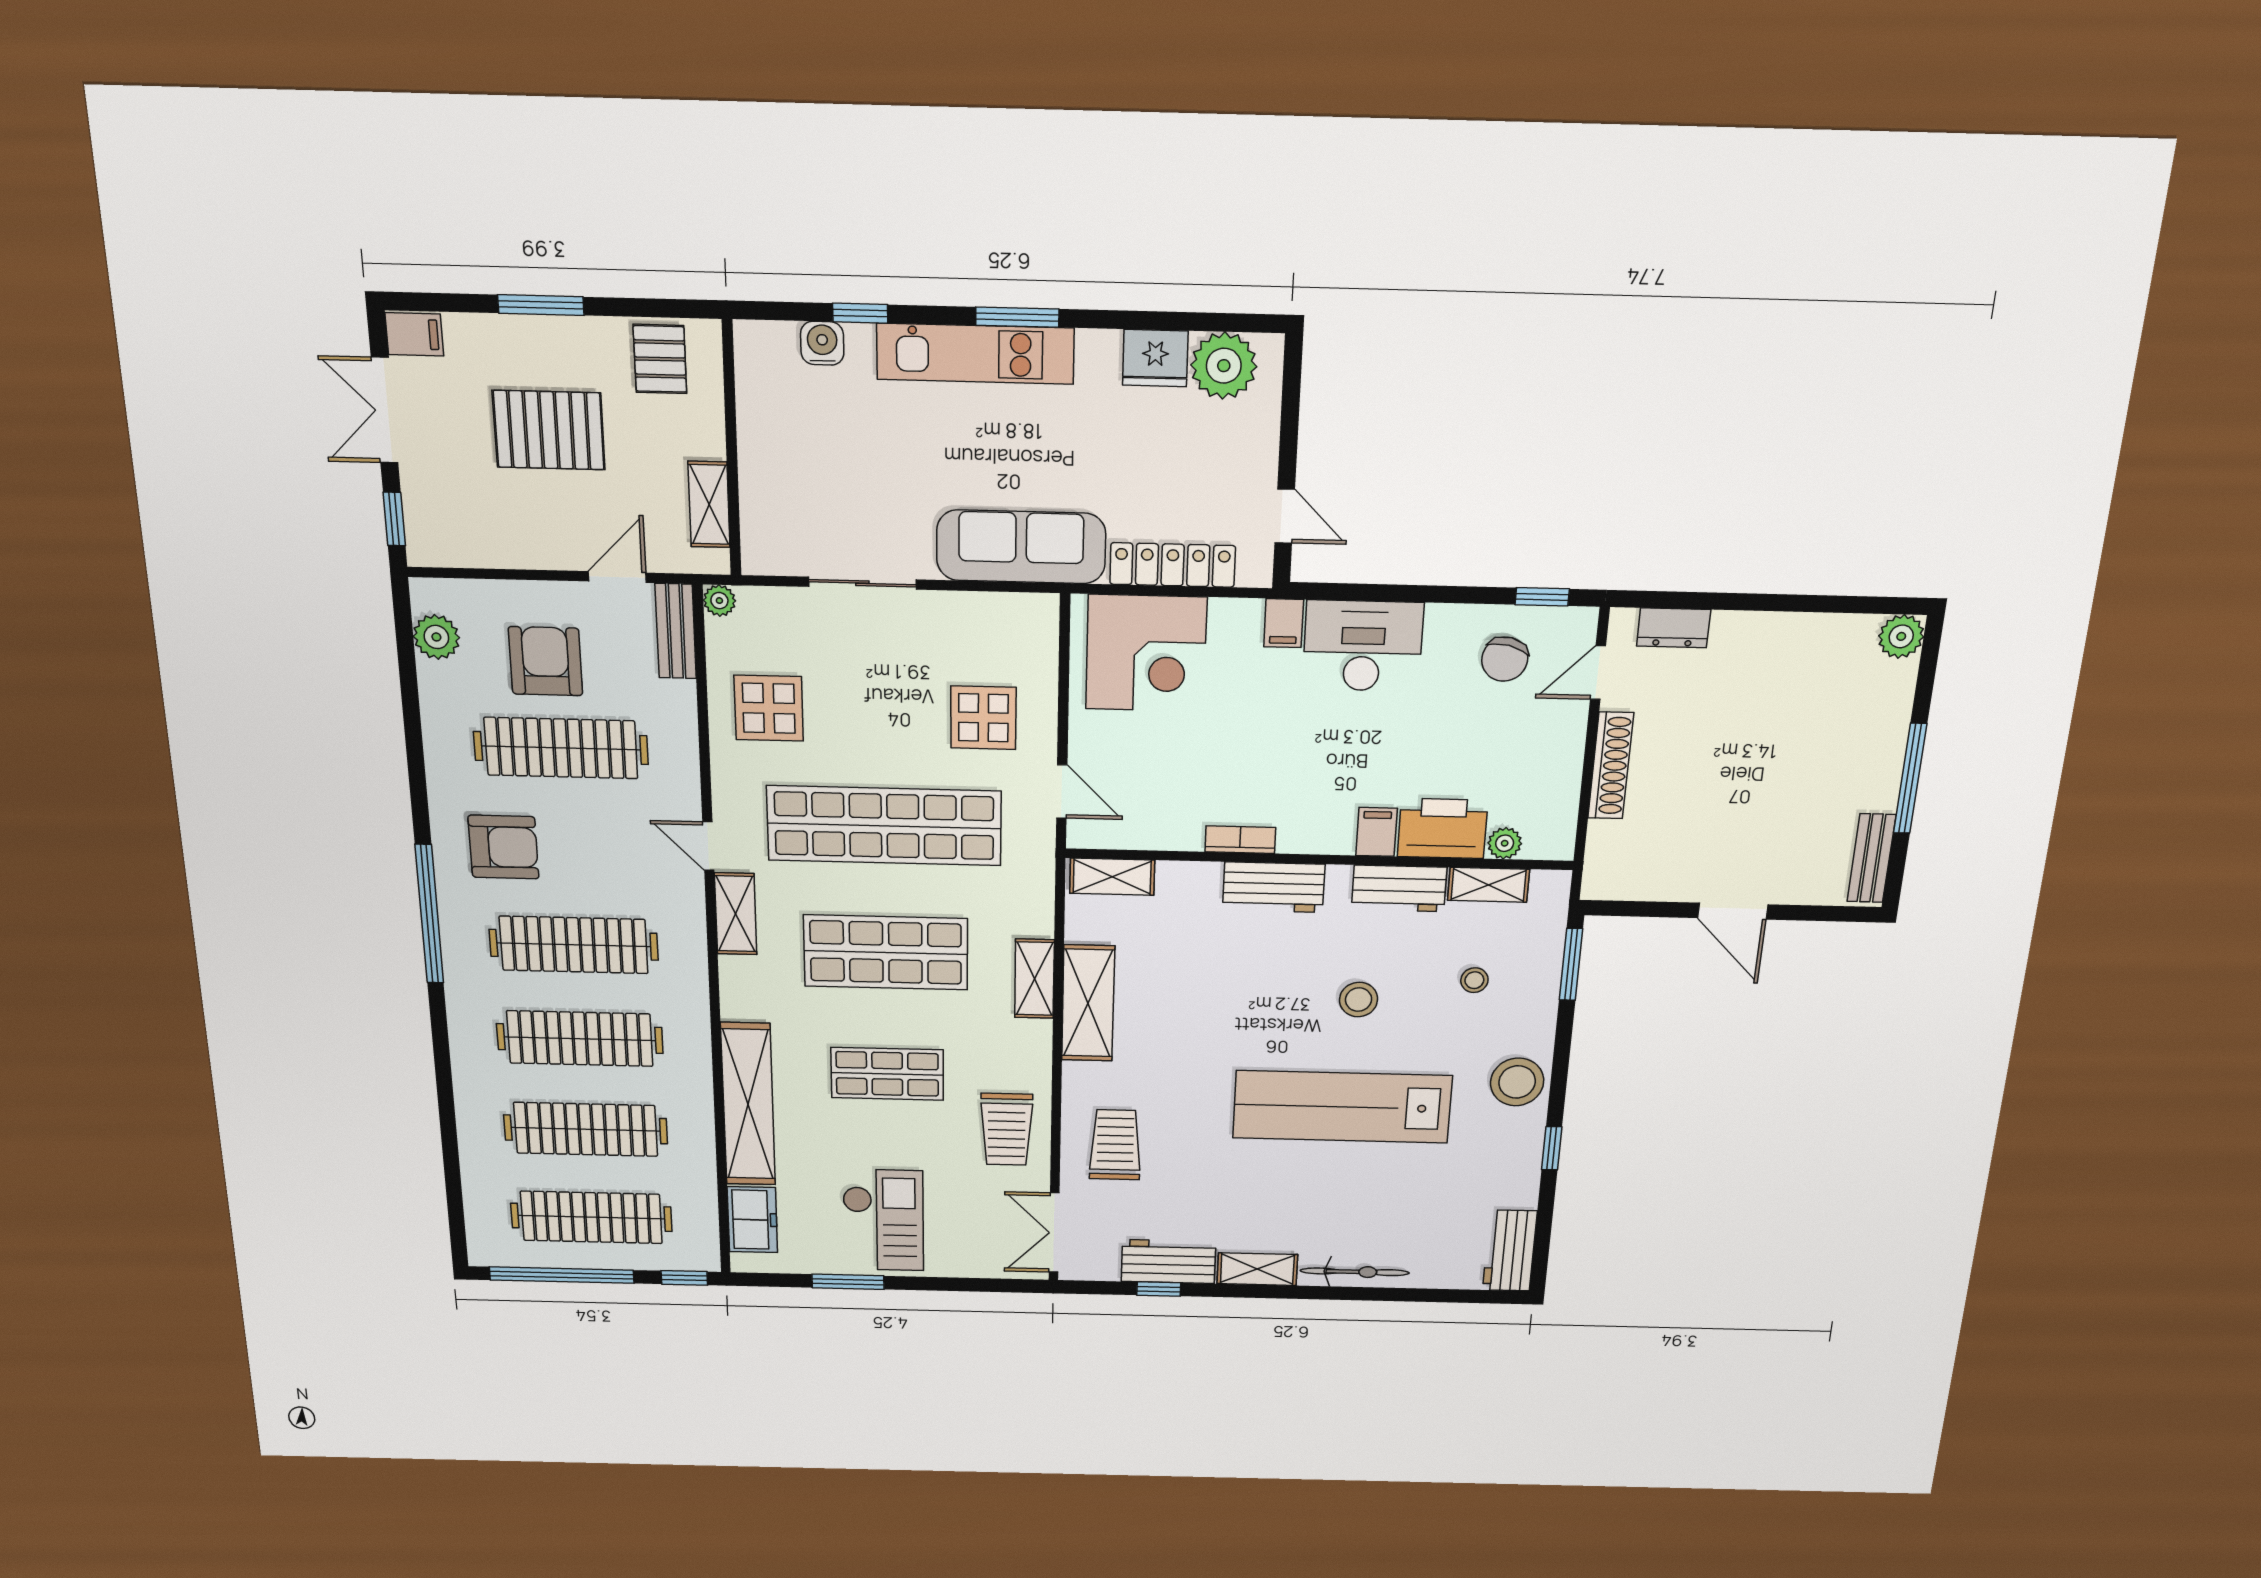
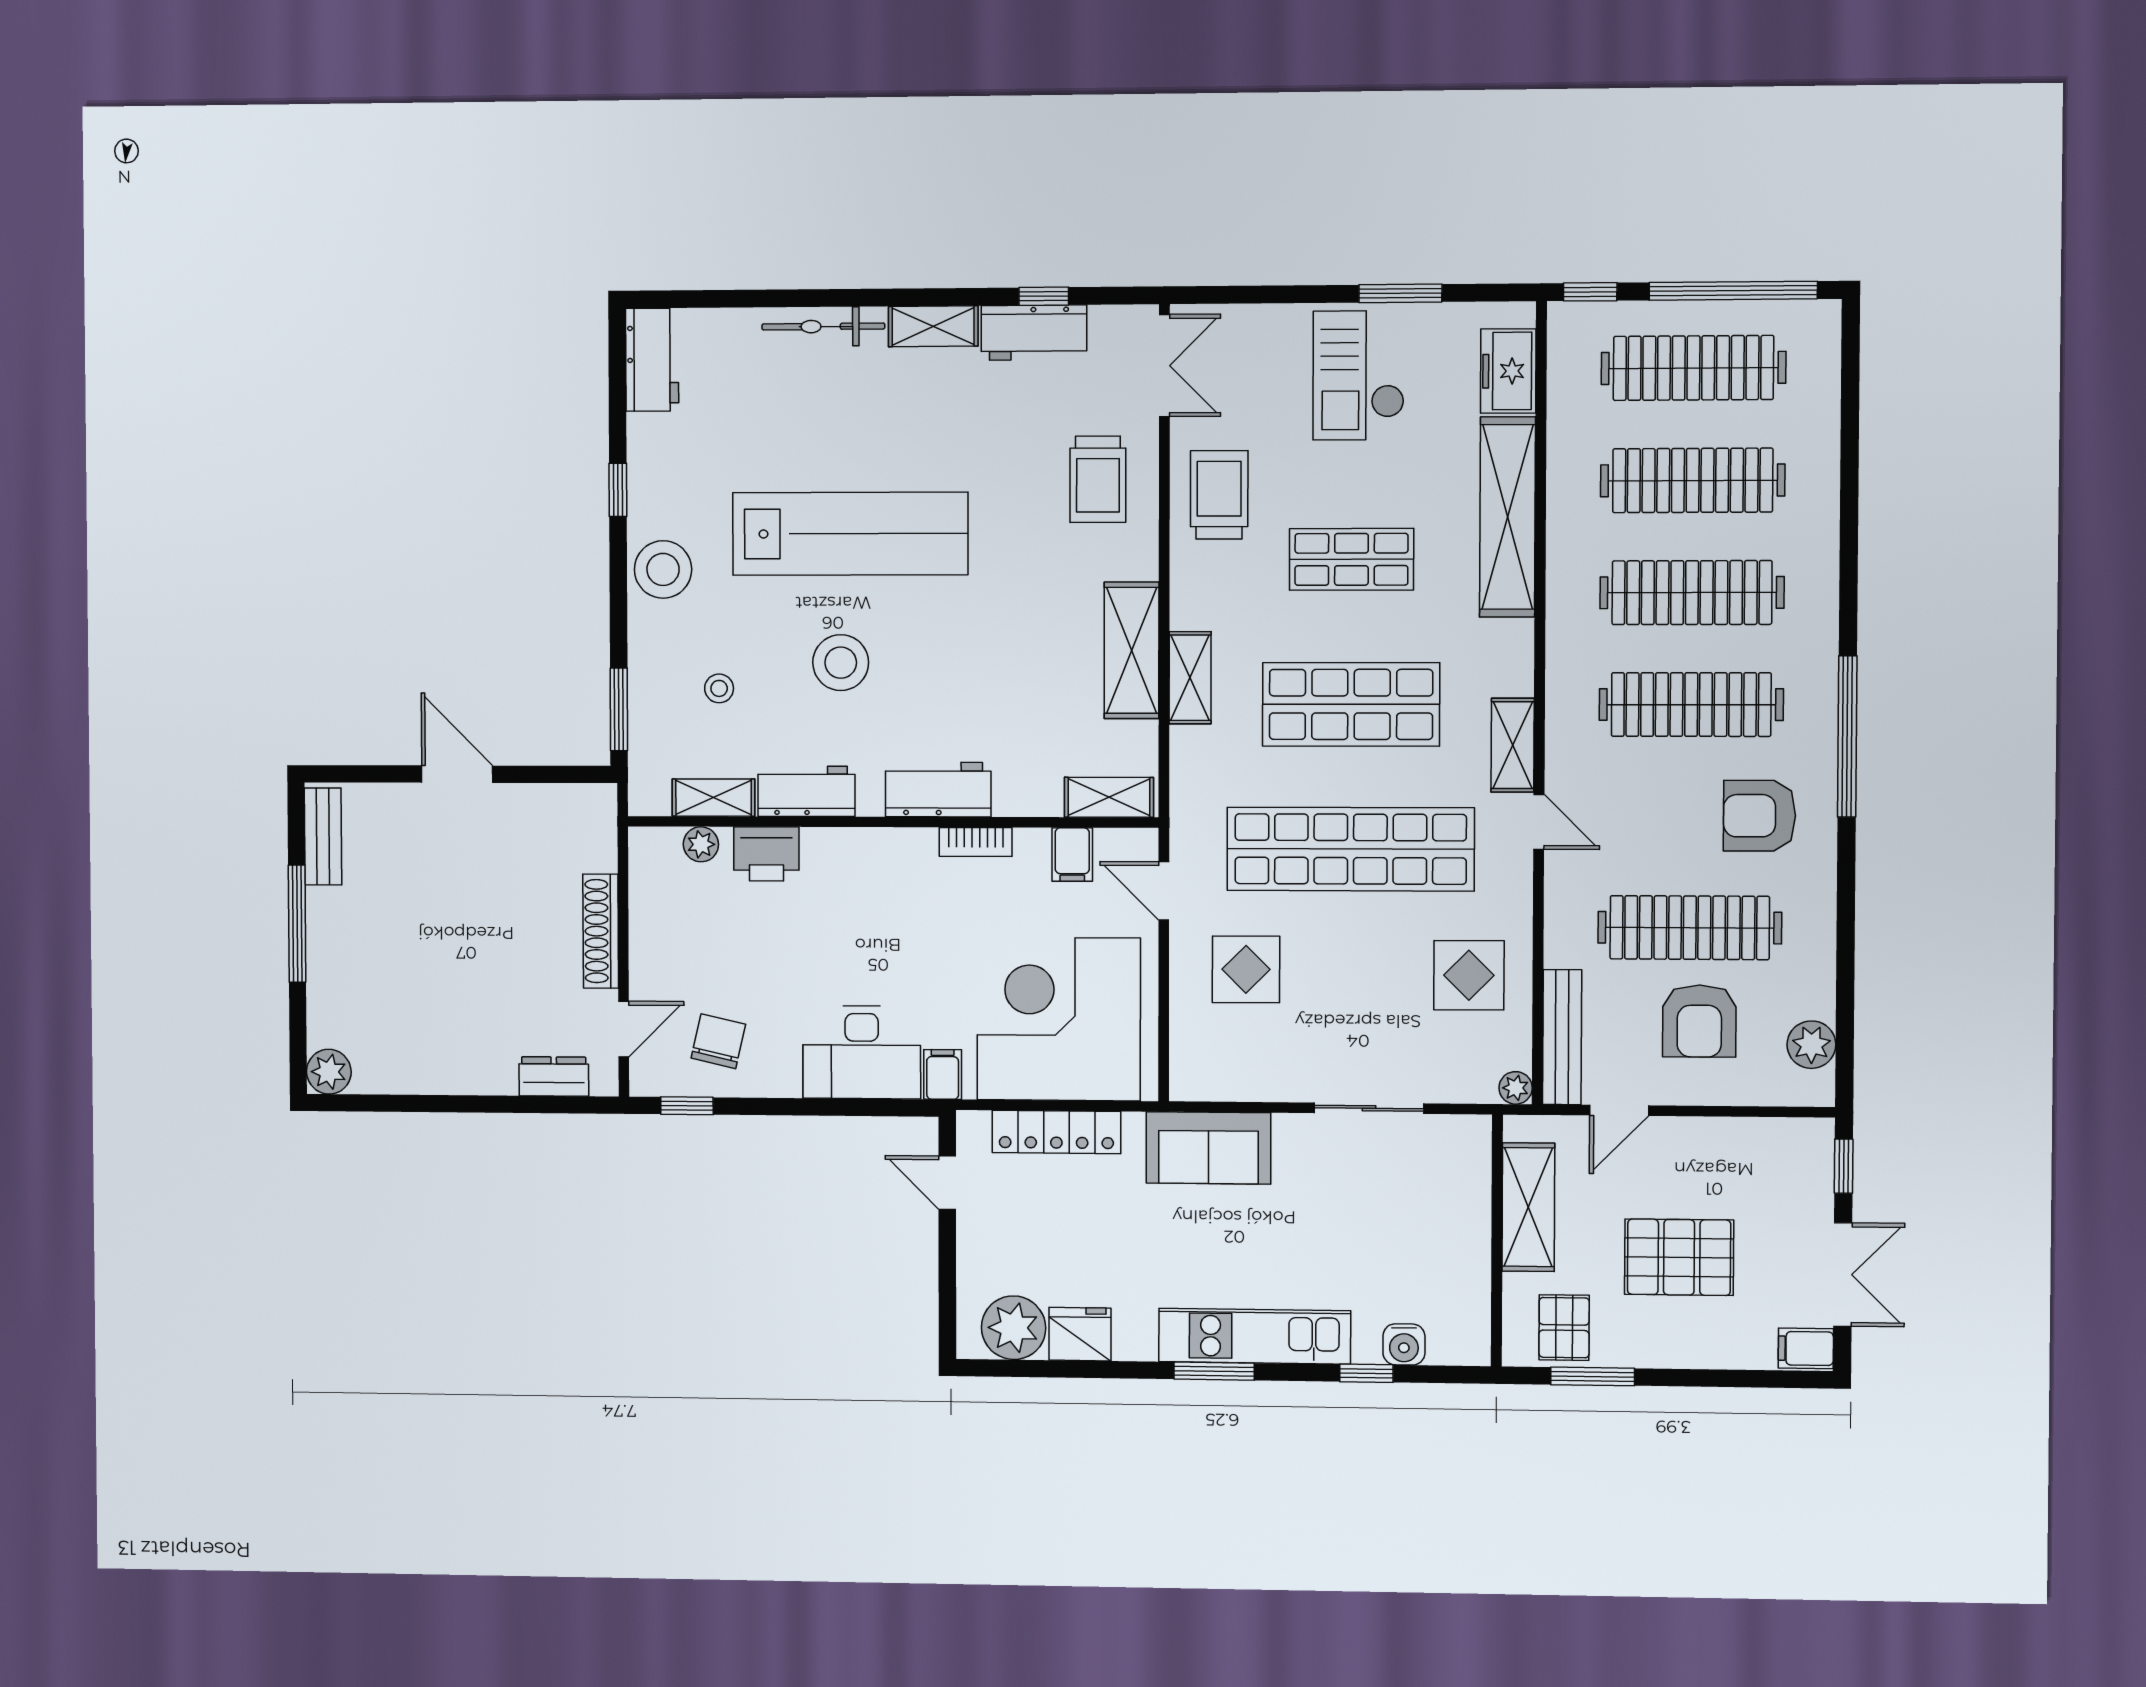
window: (541, 305) -> (1593, 1376), moved
shelving: (709, 505) -> (1528, 1207), width x1.50, depth x1.33
sofa: (1021, 547) -> (1208, 1148), width x0.73
bench: (676, 631) -> (1562, 1037), width x1.36
corner desk: (1146, 653) -> (1059, 1019), width x1.36, depth x1.36
printer: (1443, 828) -> (766, 854), width x0.73, depth x0.84
filing cabinet: (1377, 832) -> (1072, 855), moved
stool: (1359, 1000) -> (841, 663), width x1.38, depth x1.38

